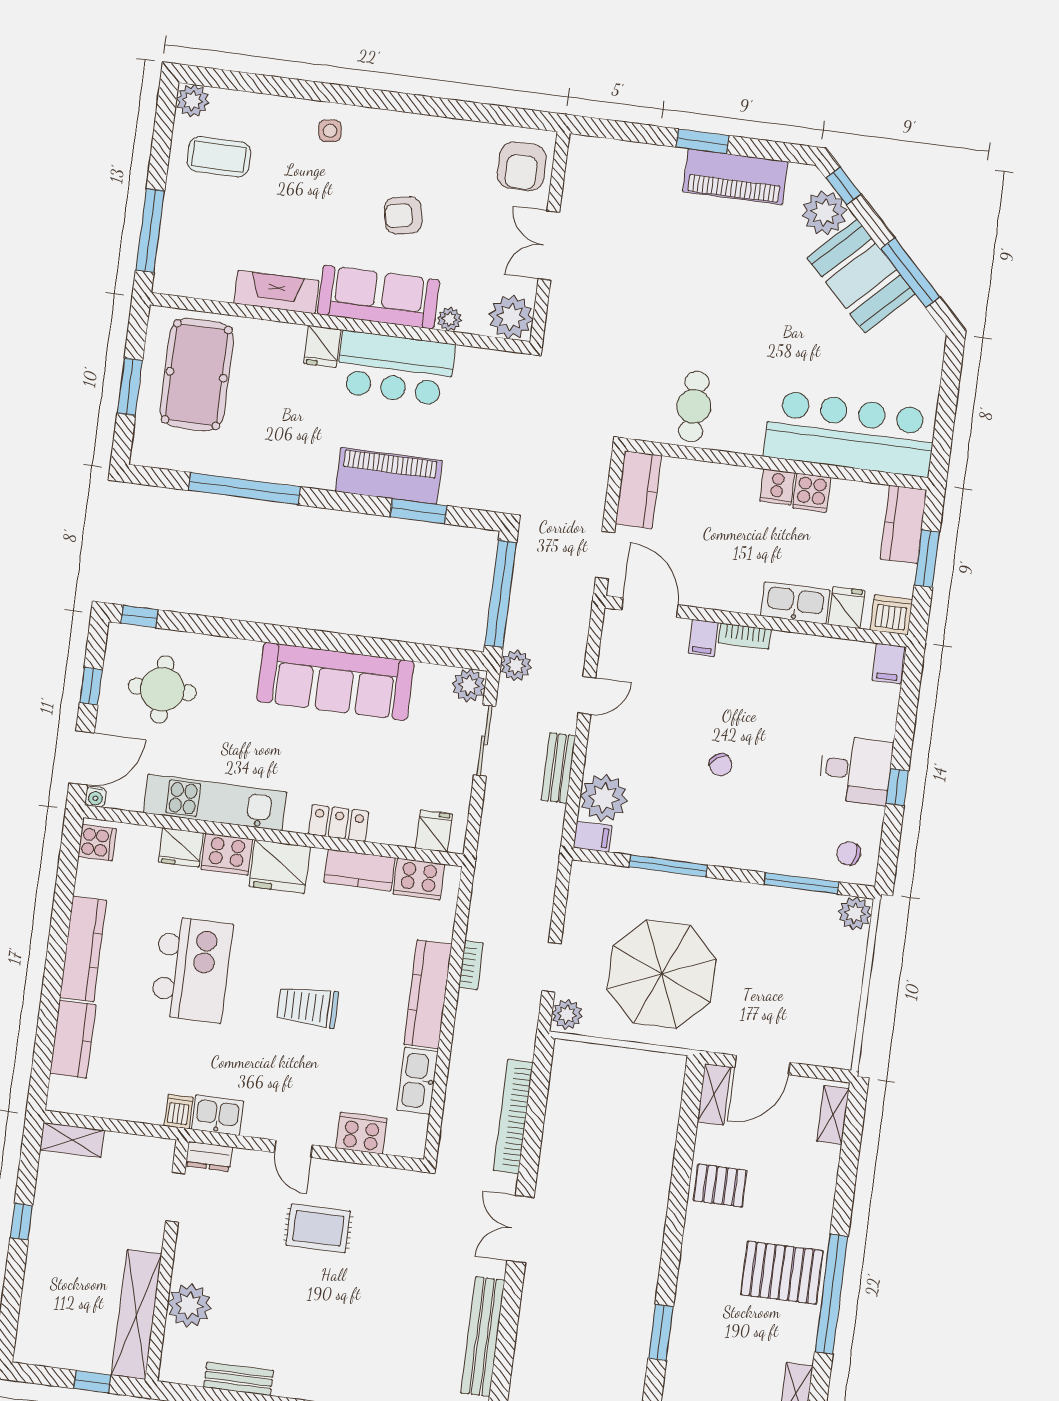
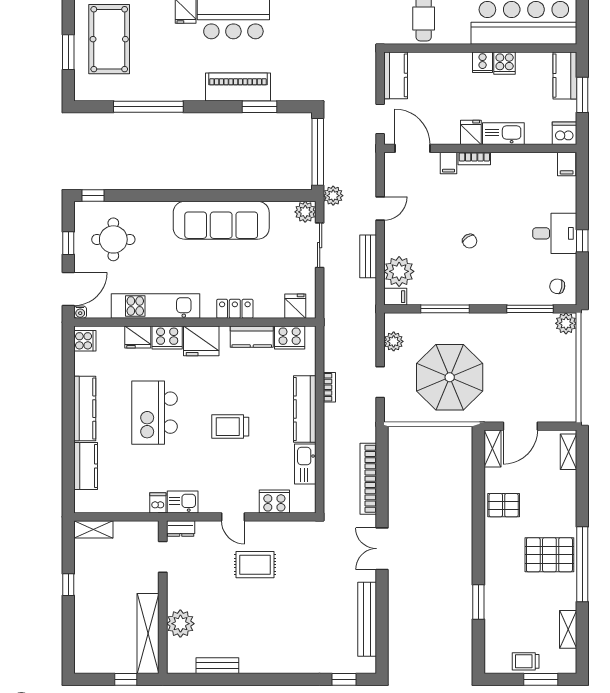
fridge: (846, 608) -> (471, 132), moved
kitchen island: (192, 969) -> (154, 413), turned 180
plant: (567, 1014) -> (394, 341), moved

